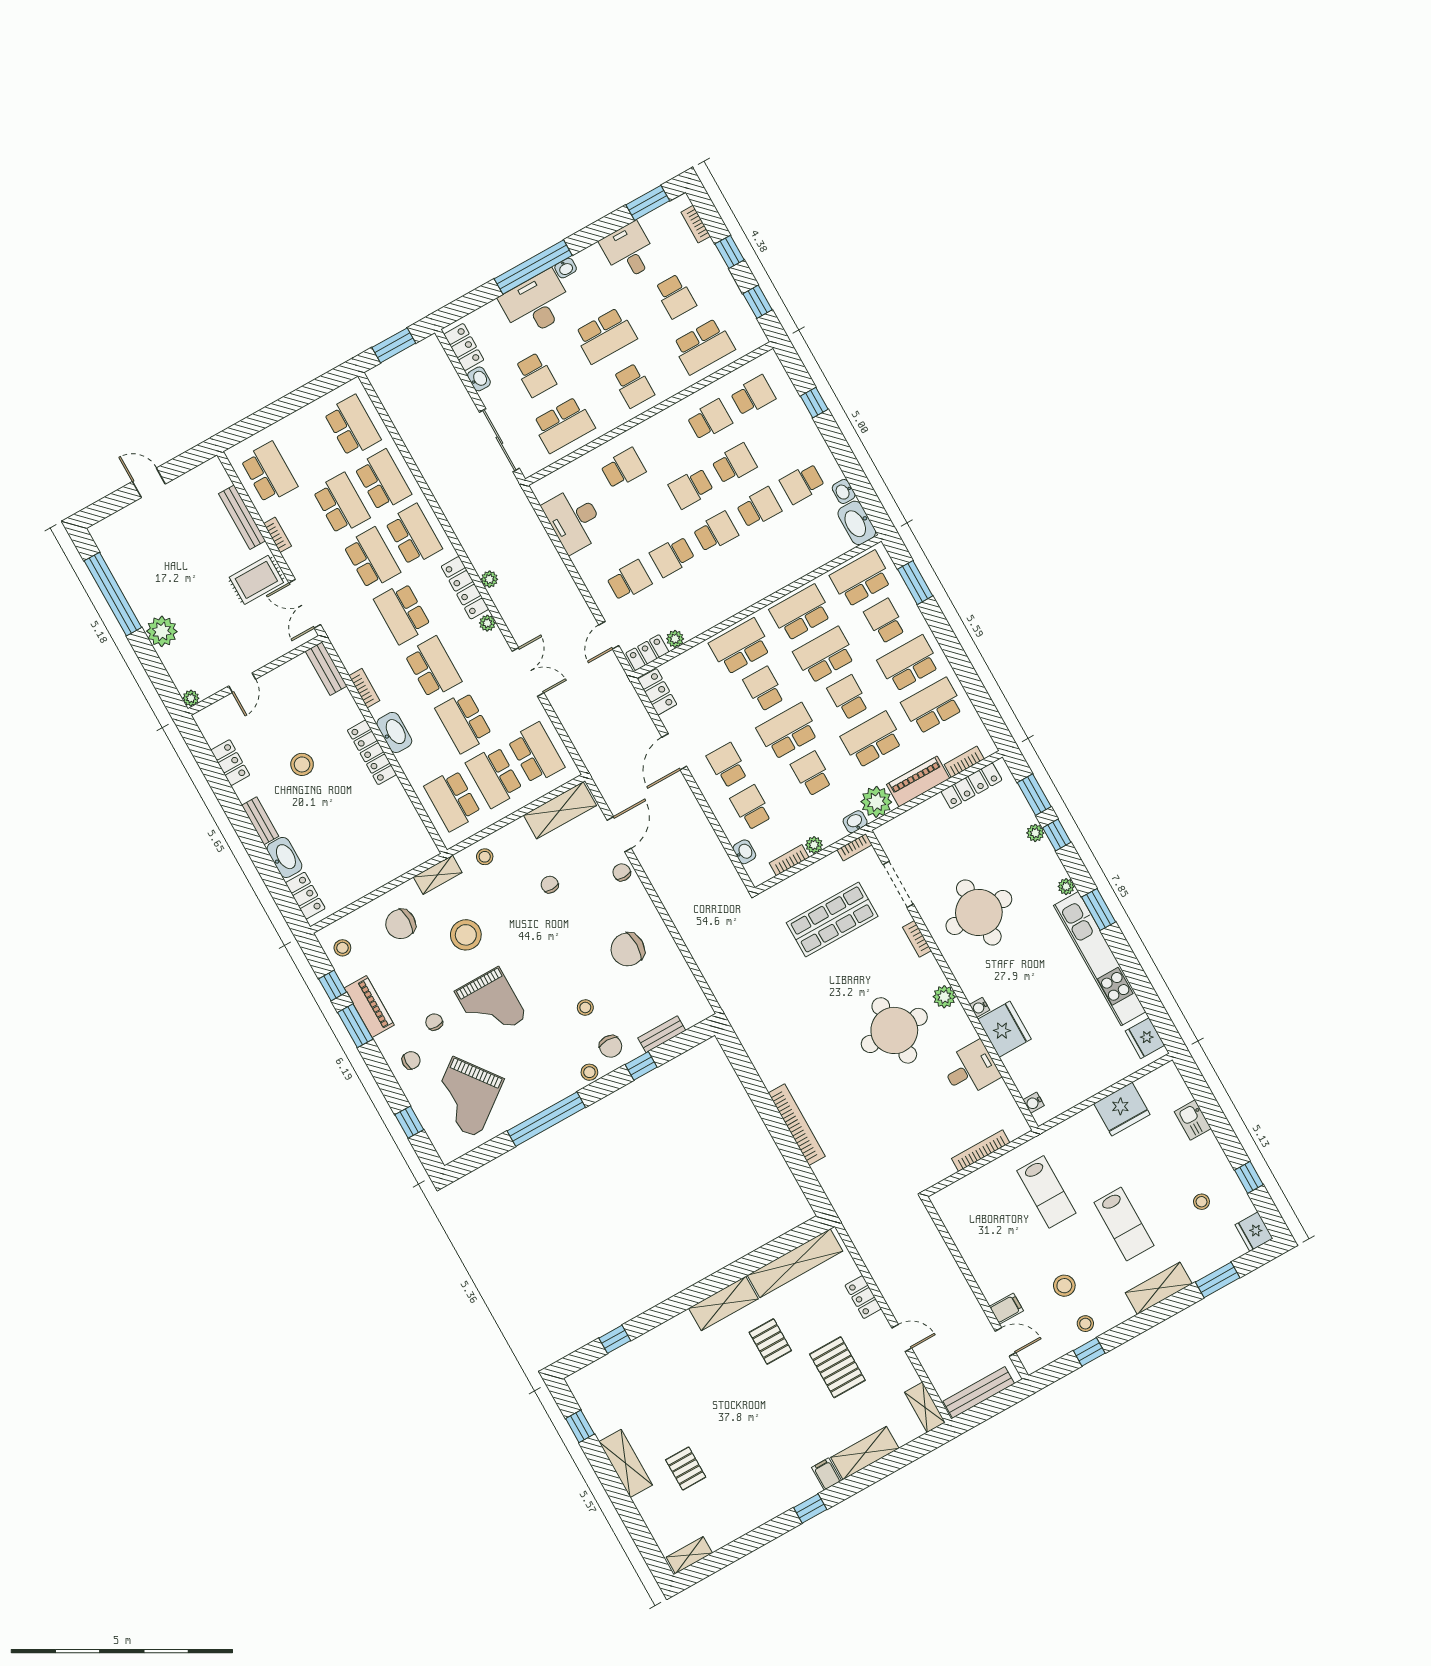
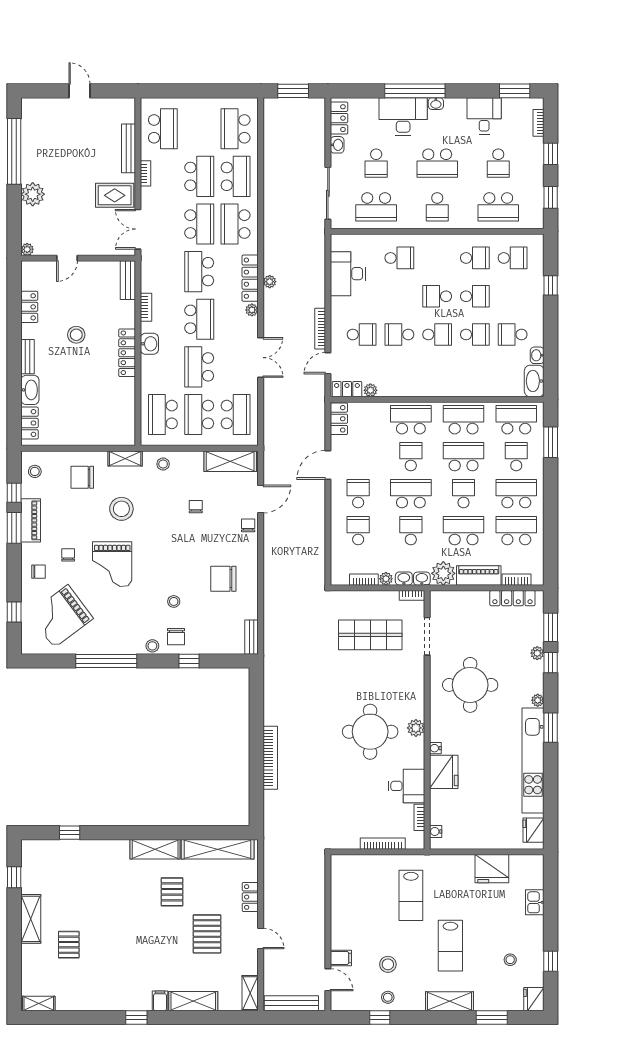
school desk: (352, 426) -> (236, 129), turned 180
school desk: (413, 535) -> (236, 224), turned 180
bookcase: (578, 601) -> (320, 329), added
washbasin: (394, 732) -> (149, 344), width x0.72
washbasin: (744, 852) -> (404, 579), moved, turned -90
bookcase: (917, 939) -> (419, 817), moved
bench: (662, 1034) -> (251, 637), moved, turned 90

